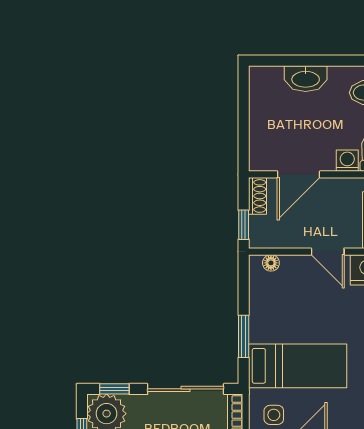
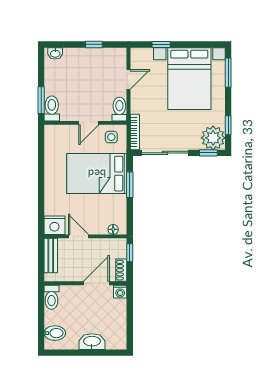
washing machine: (347, 161) -> (120, 292), moved
bed: (298, 366) -> (97, 174), width x1.50

